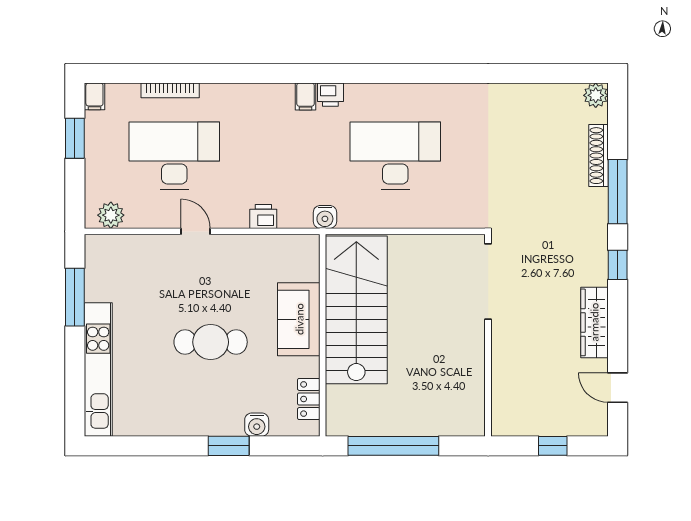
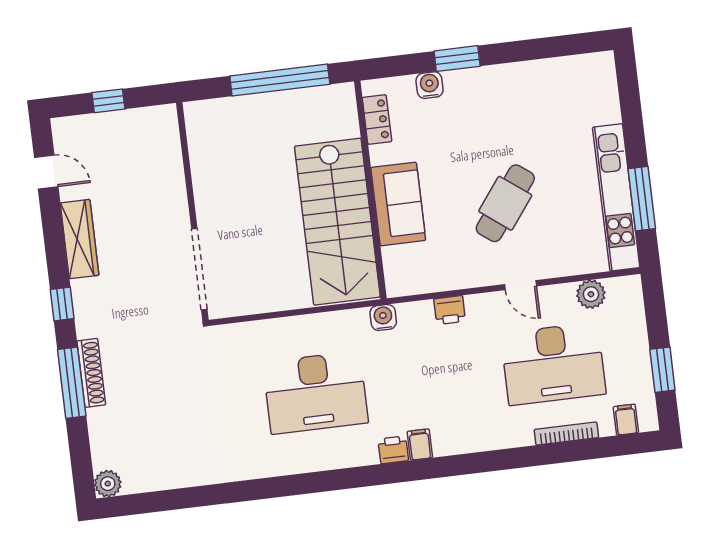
filing cabinet: (94, 96) -> (626, 420), moved
shoe rack: (599, 156) -> (91, 373), moved
plant: (111, 215) -> (591, 294), moved
cafe table: (211, 342) -> (505, 203), moved, turned -53
kitchen unit: (98, 370) -> (616, 197), moved

